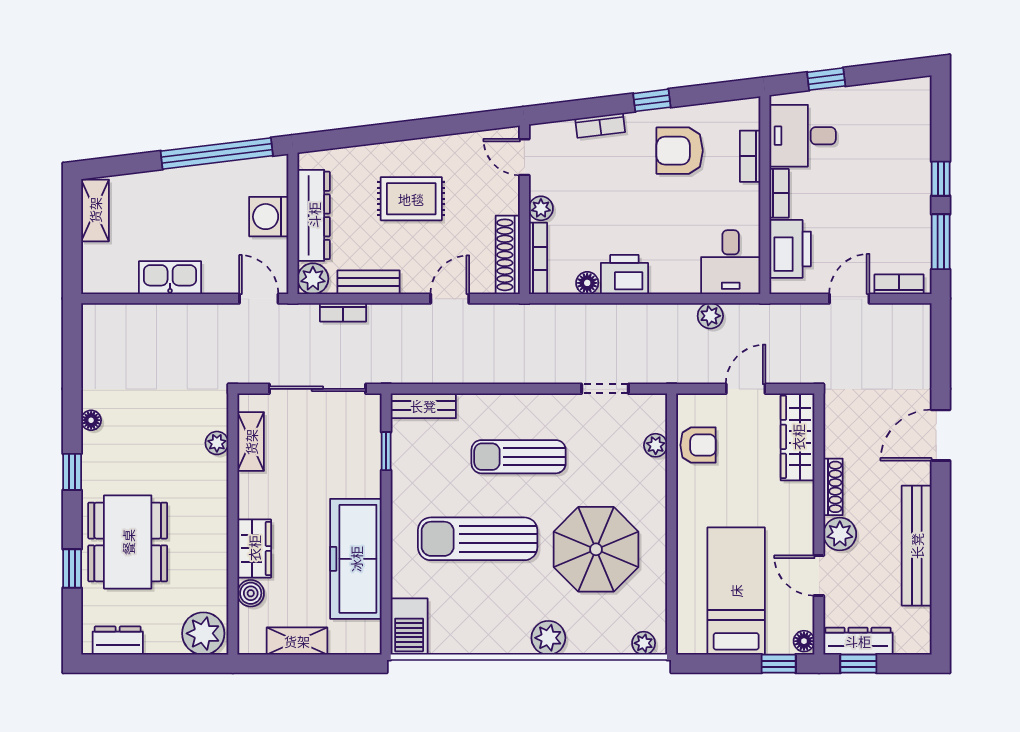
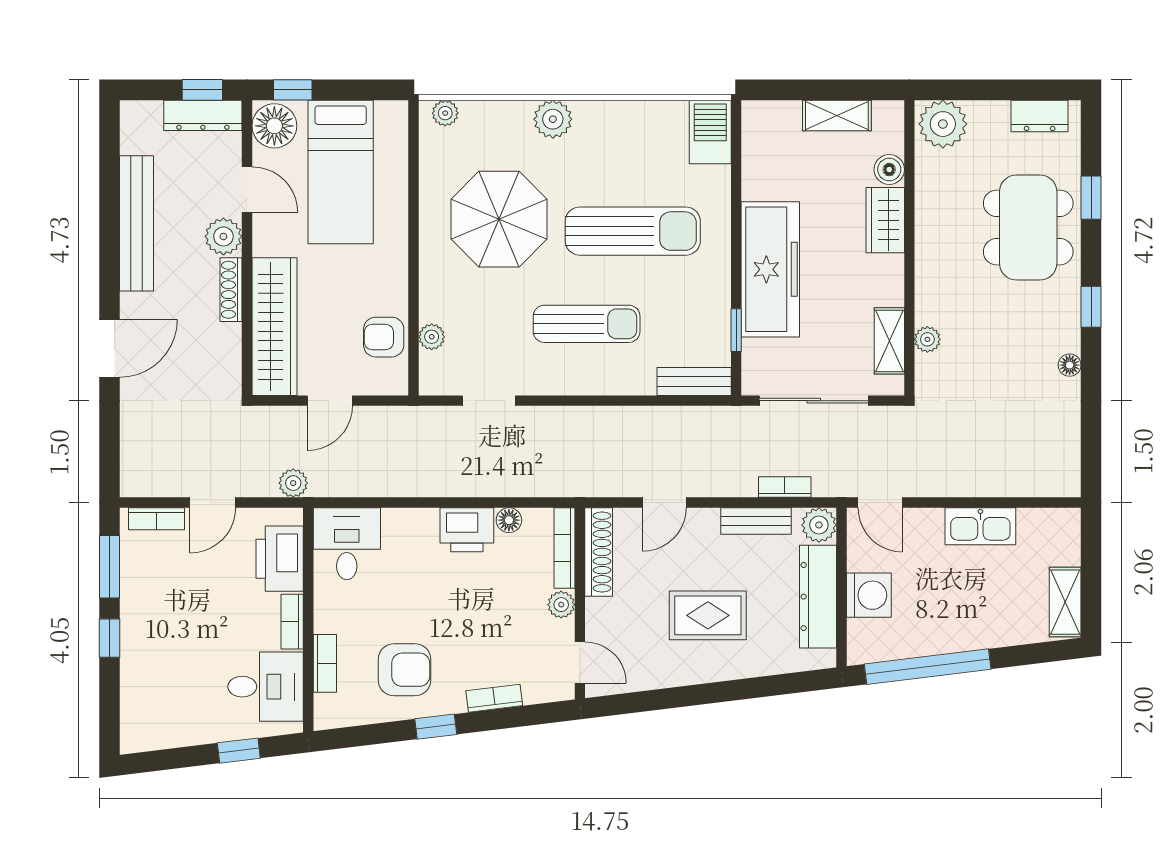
plant: (710, 316) -> (293, 483), moved
wardrobe: (798, 437) -> (274, 327), width x1.40, depth x1.17
freezer: (356, 559) -> (770, 269), moved
floor lamp: (804, 641) -> (274, 126), width x1.89, depth x1.89

